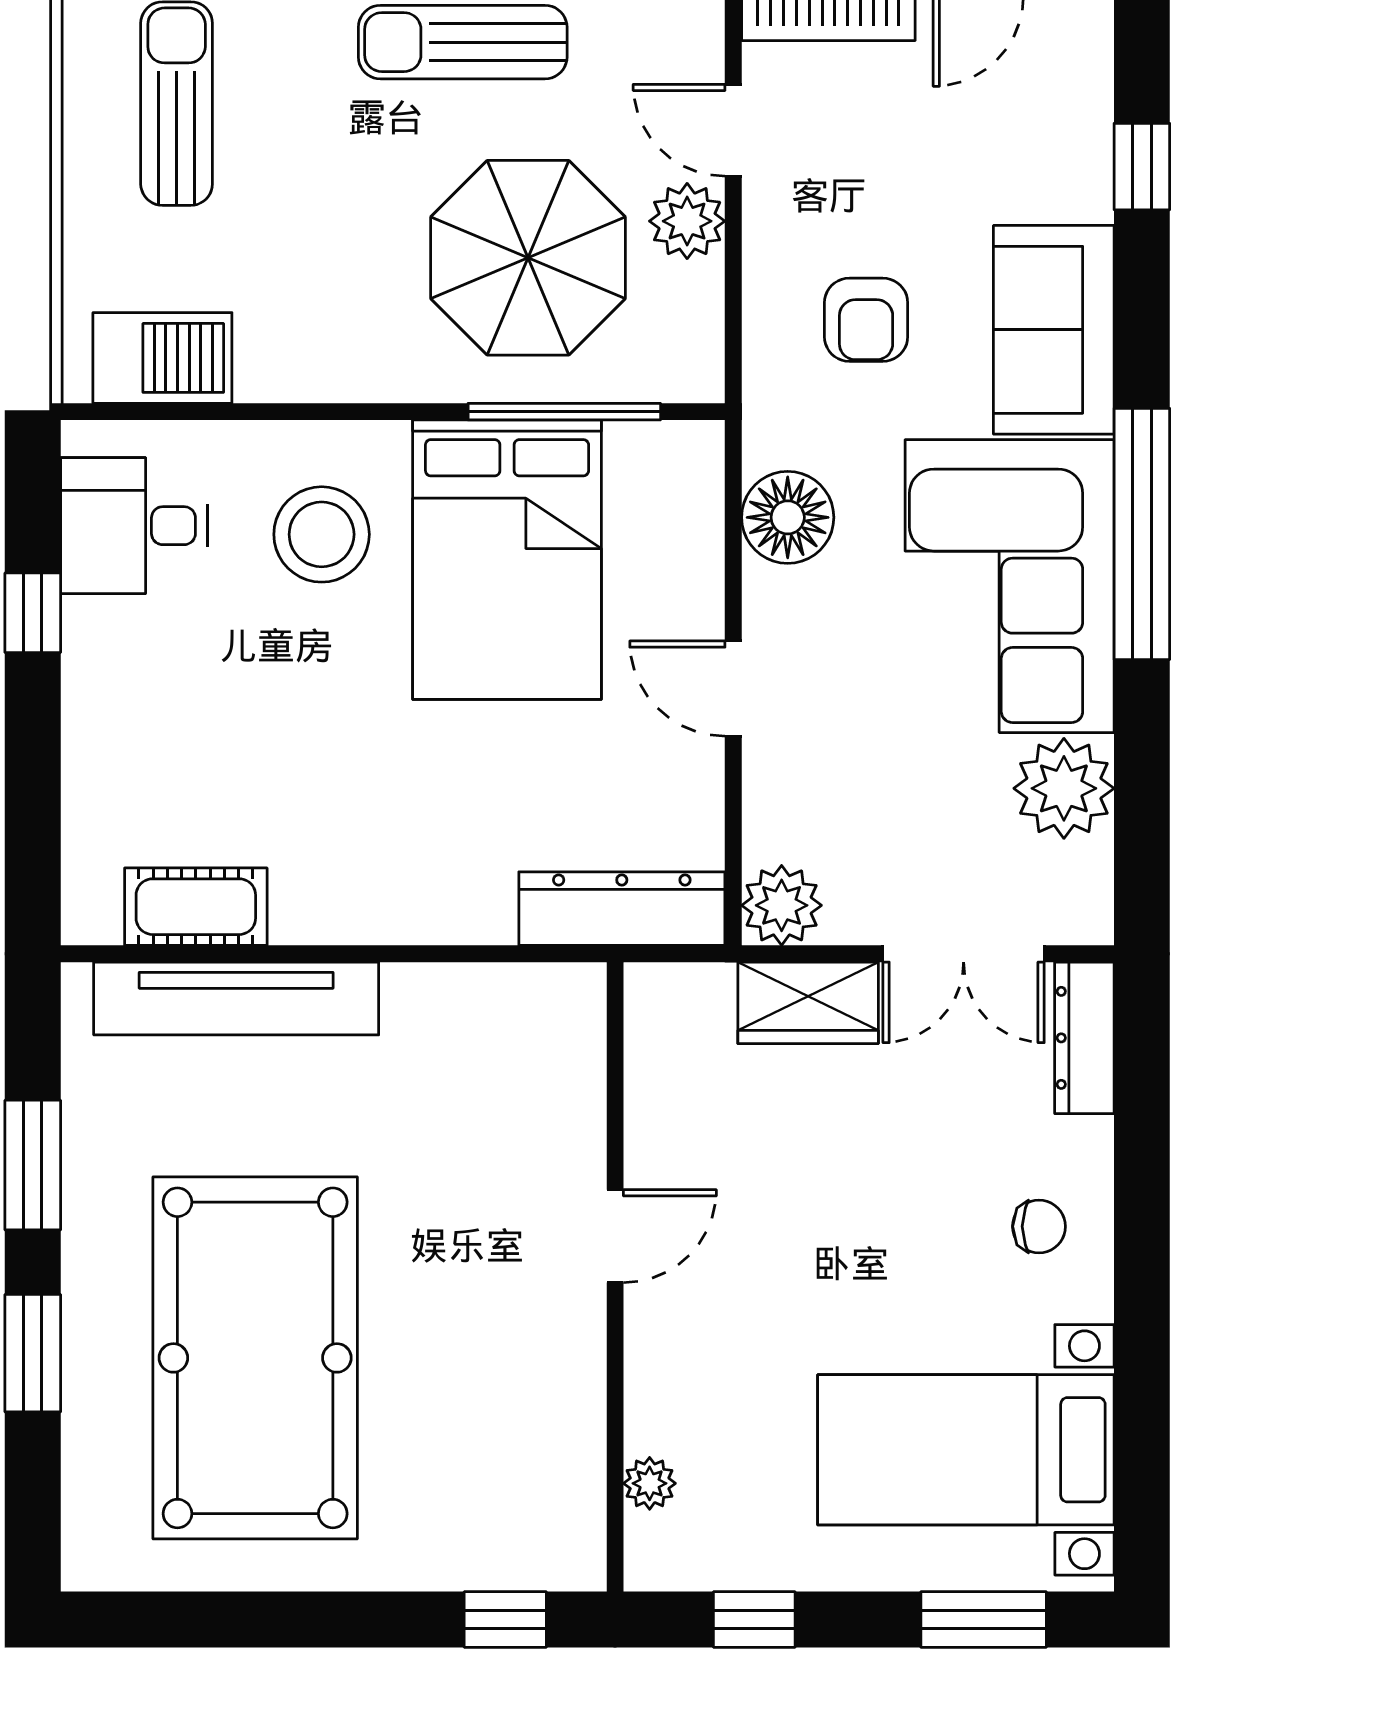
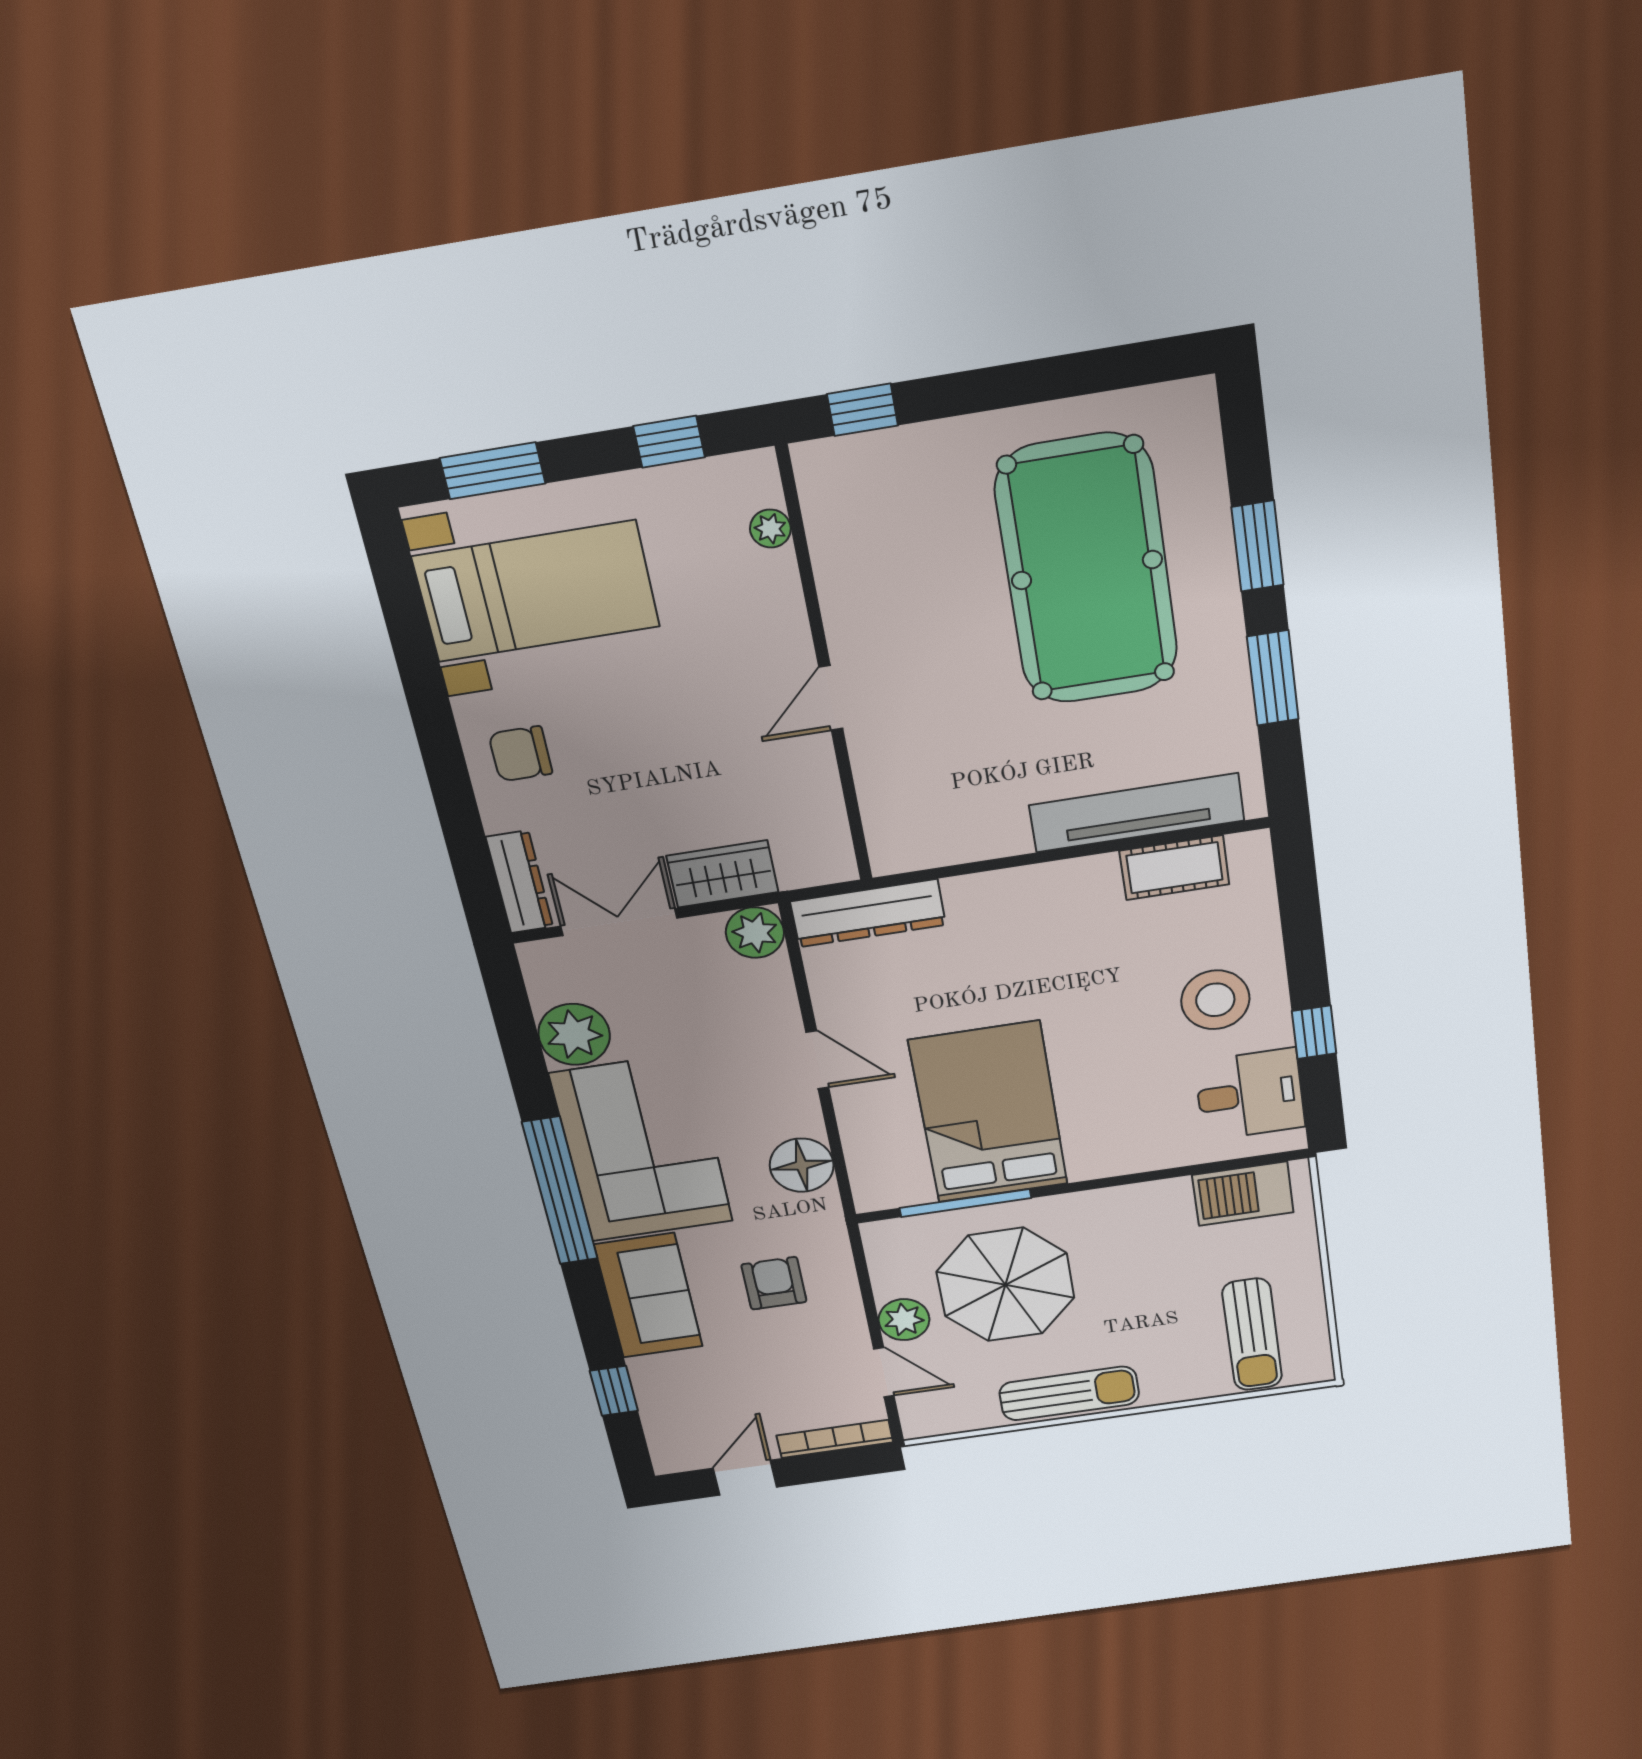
stool: (322, 534) -> (1215, 1000), moved
chair: (1039, 1226) -> (520, 754), width x1.37, depth x1.37

